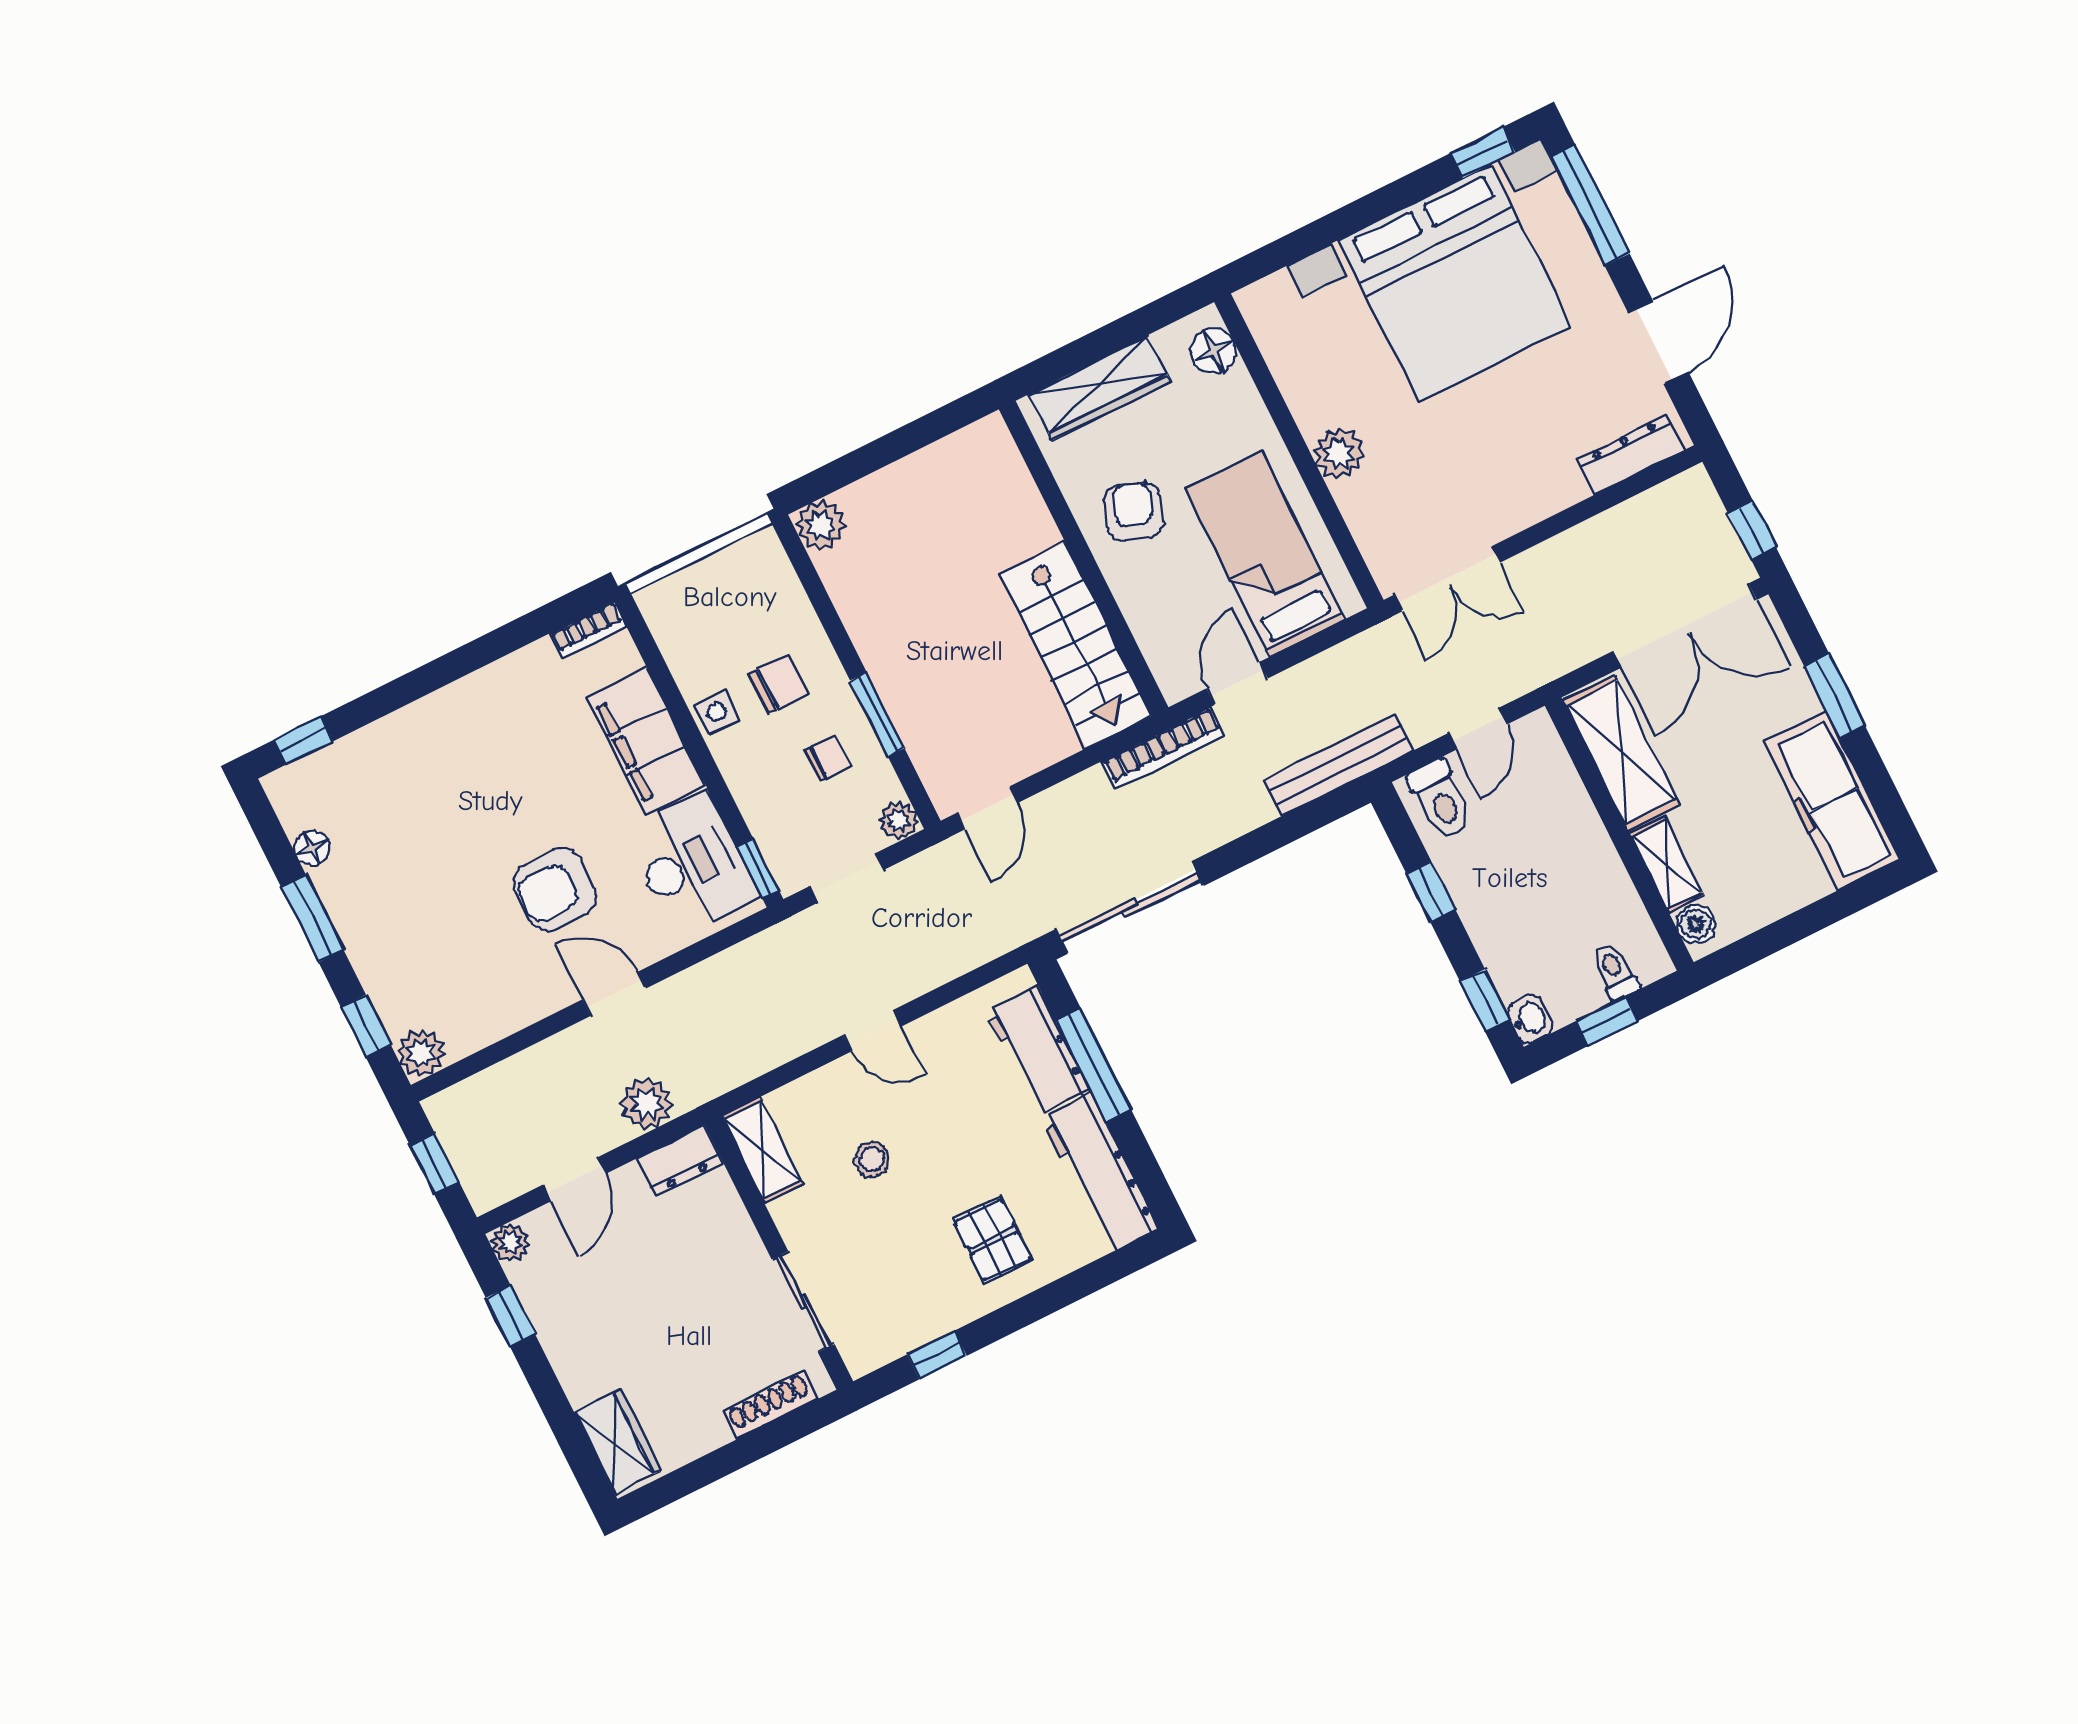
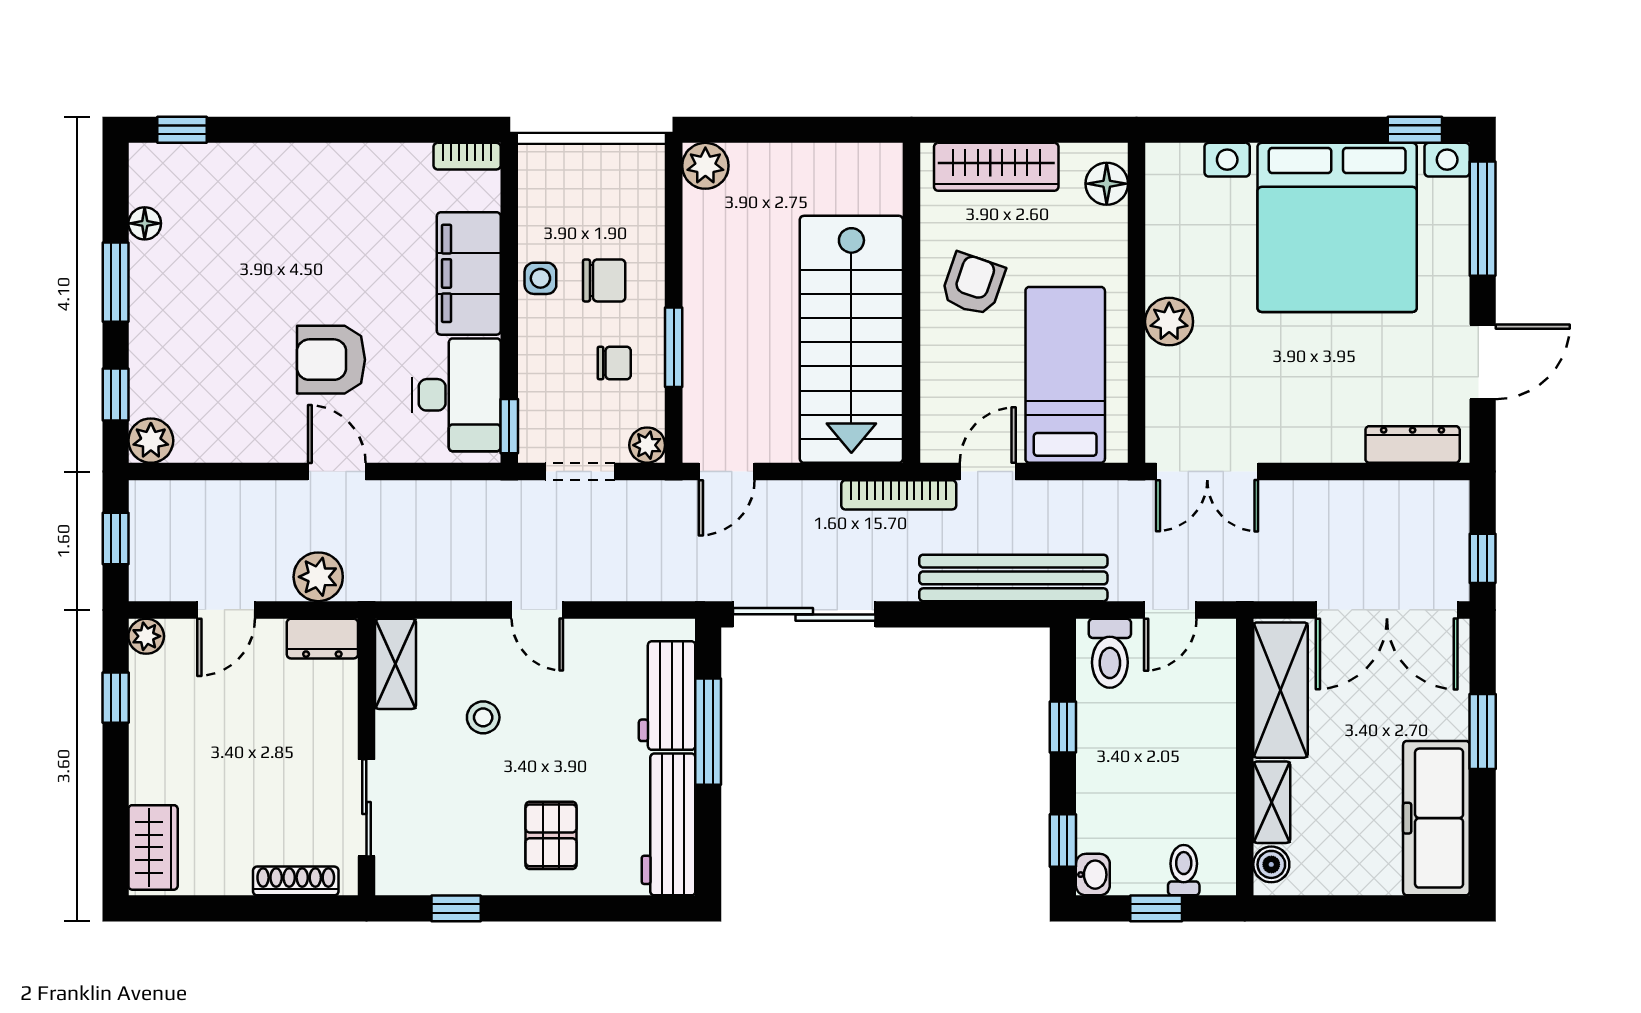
stairs: (1076, 645) -> (851, 339), width x1.36, depth x1.51
bench: (1338, 765) -> (1013, 578), width x1.37, depth x1.21

